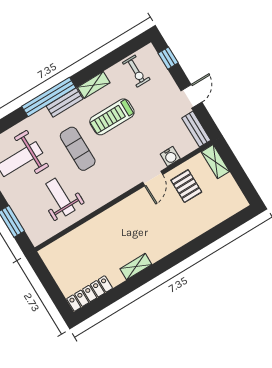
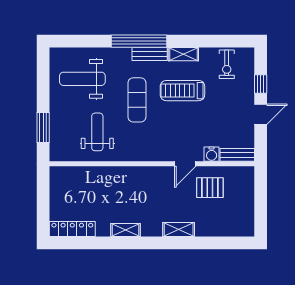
window: (168, 58) -> (261, 84), moved
bench: (196, 129) -> (237, 155), moved, turned 90
shelving: (215, 162) -> (179, 229), moved, turned 90
pallet: (186, 186) -> (210, 188), turned 90

